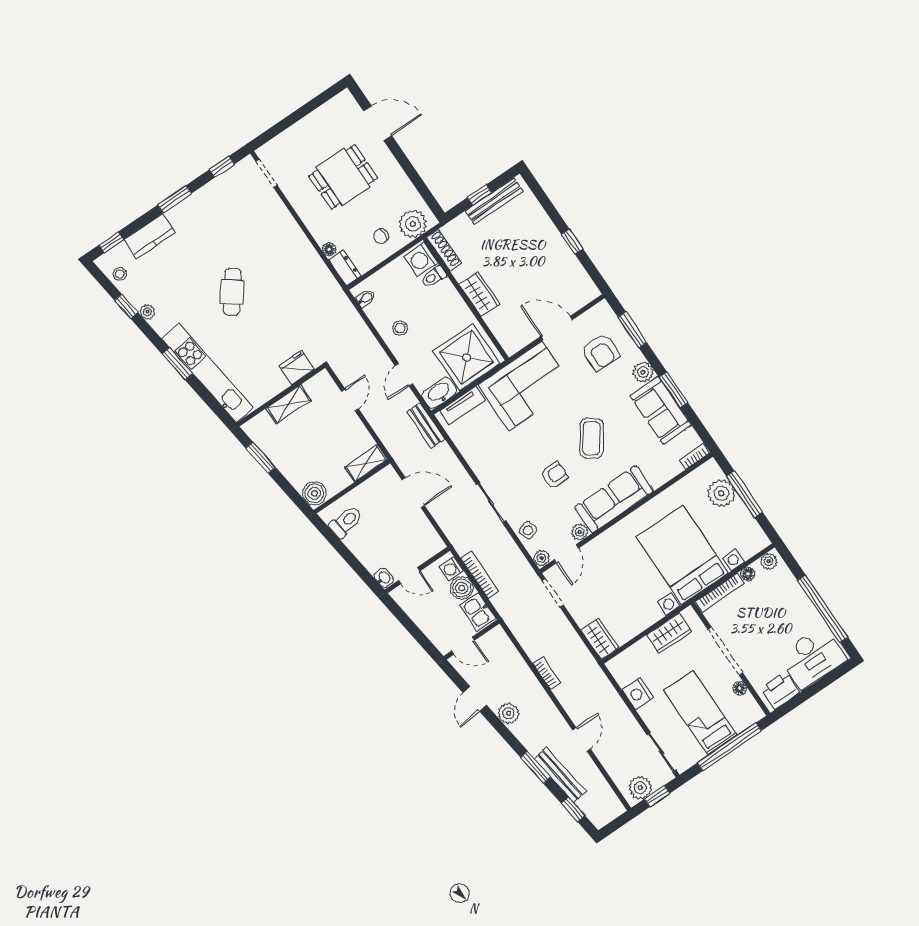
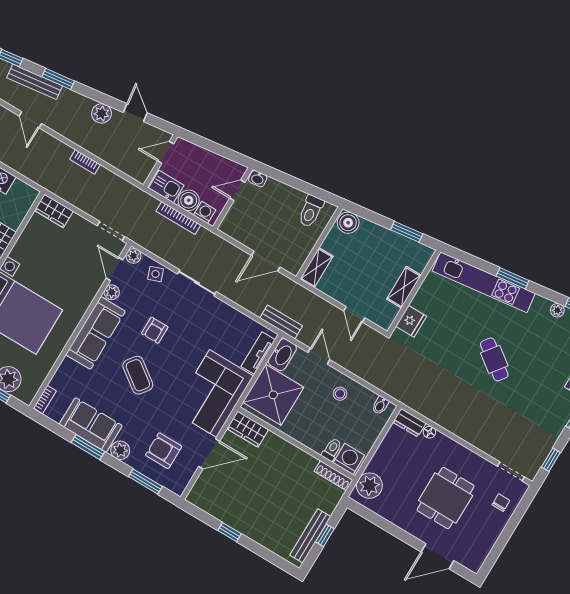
chair: (381, 236) -> (501, 503), moved
wardrobe: (479, 294) -> (248, 429), moved

